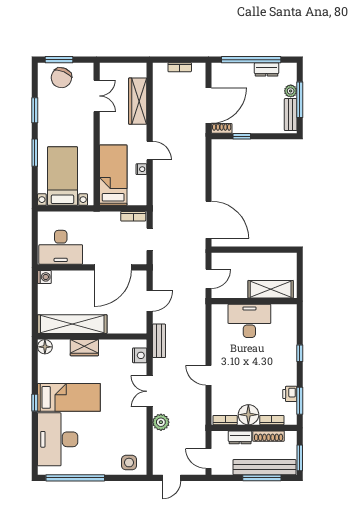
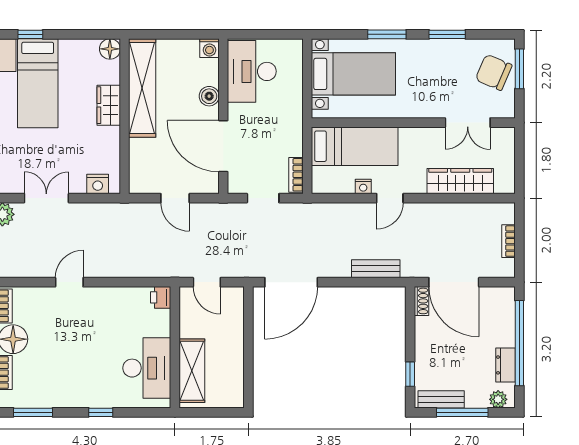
plant: (291, 91) -> (498, 399), moved
window: (242, 136) -> (410, 374), moved
boiler: (78, 277) -> (209, 96), added
desk: (249, 321) -> (147, 368), moved
bench: (159, 341) -> (376, 269), moved
printer: (290, 394) -> (161, 297), moved, turned -90

